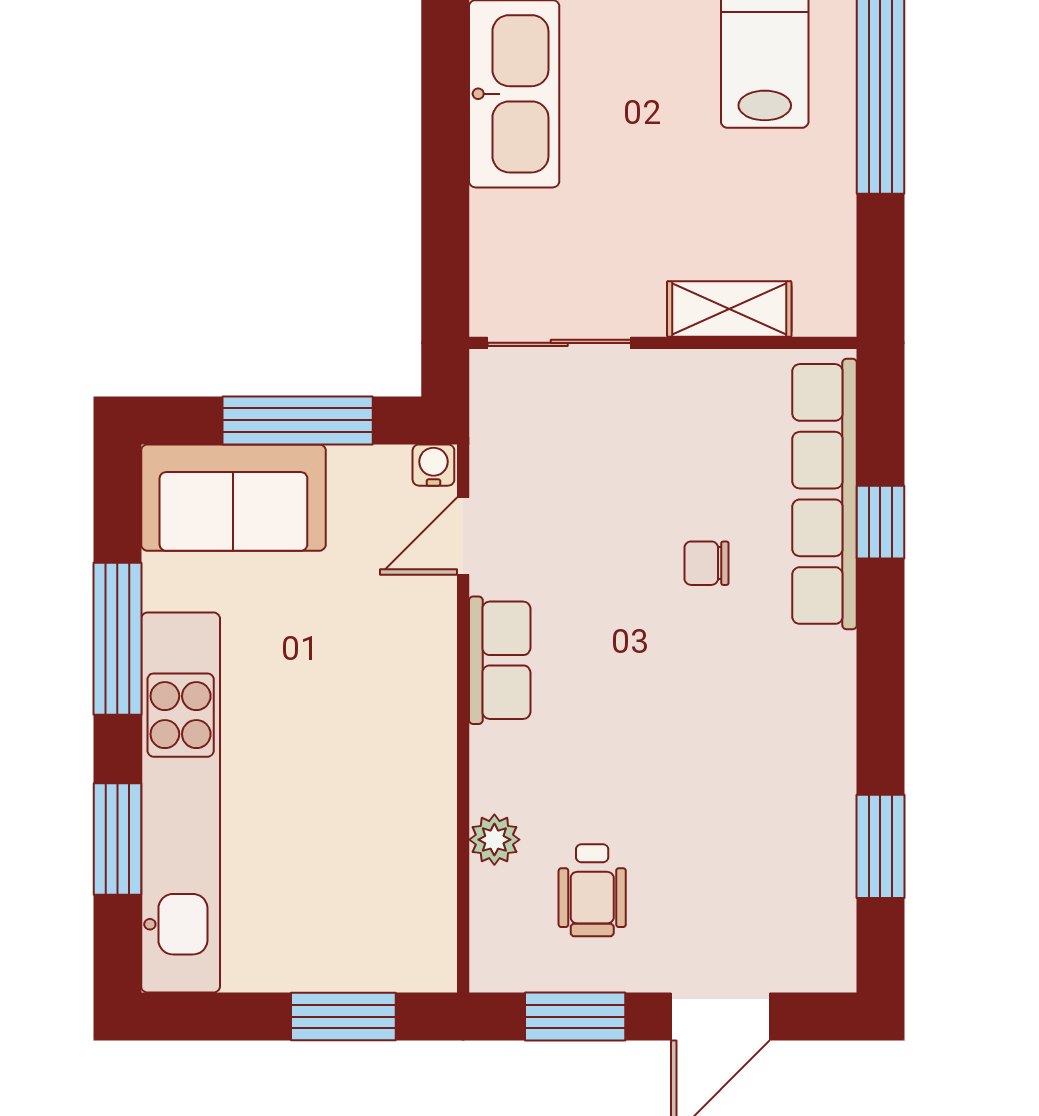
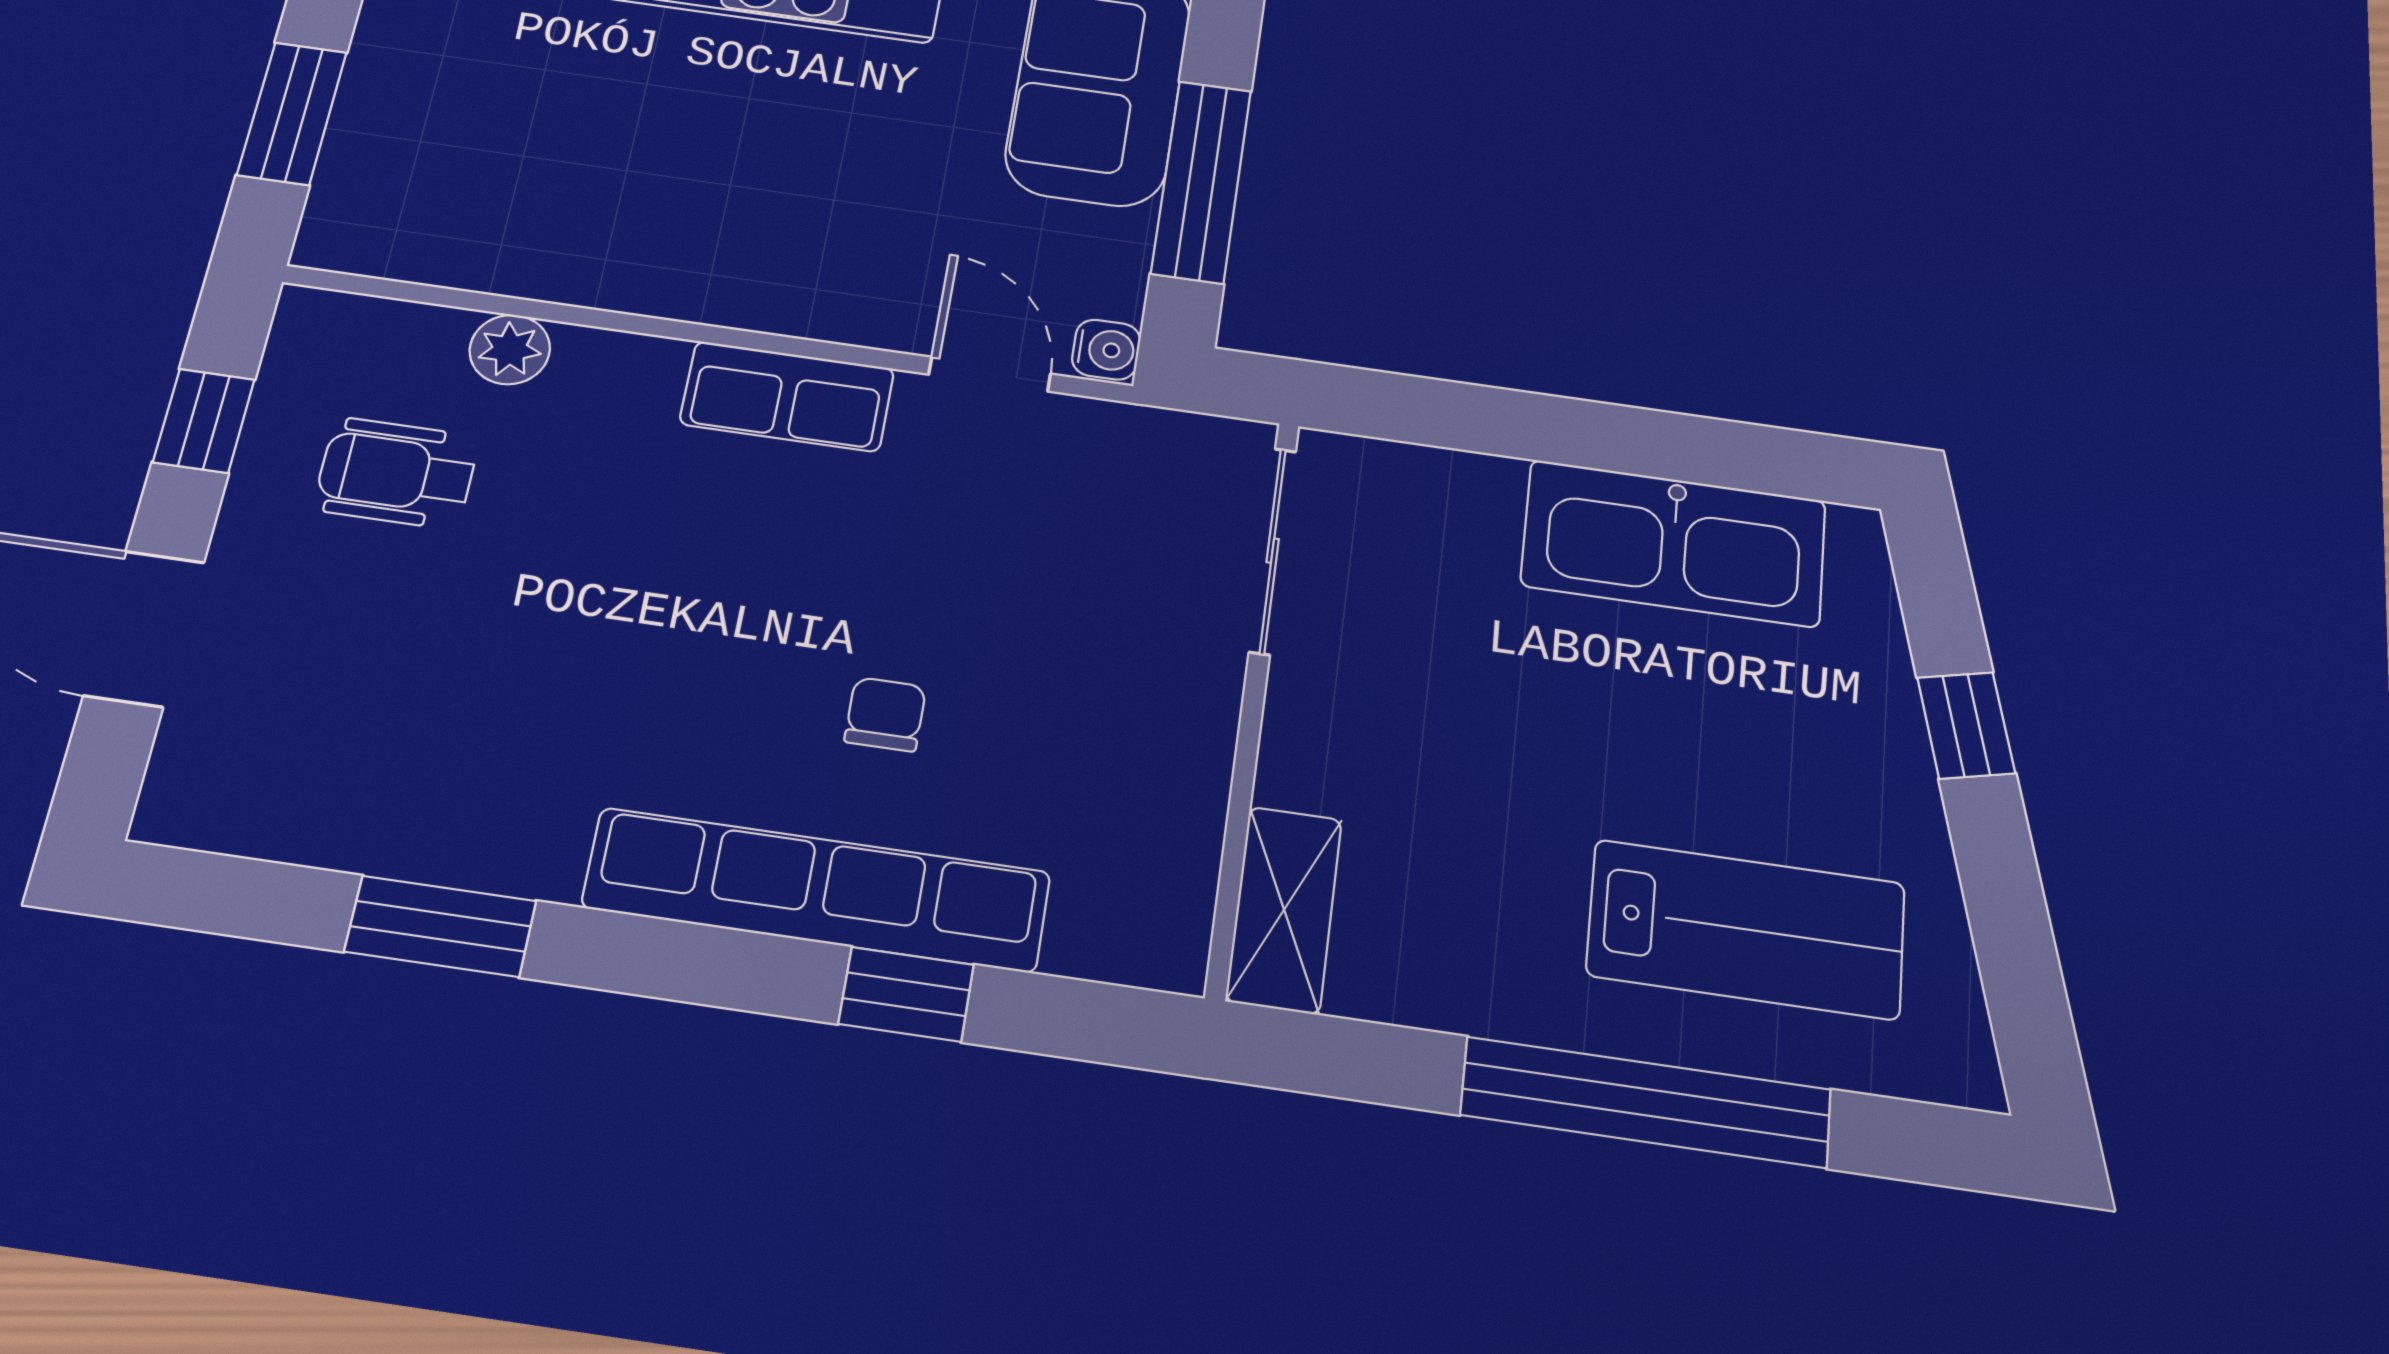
shelving: (729, 309) -> (1284, 910), moved
row of seats: (825, 494) -> (817, 890), moved
window: (880, 846) -> (440, 926), moved
window: (575, 1017) -> (204, 421), width x0.67

